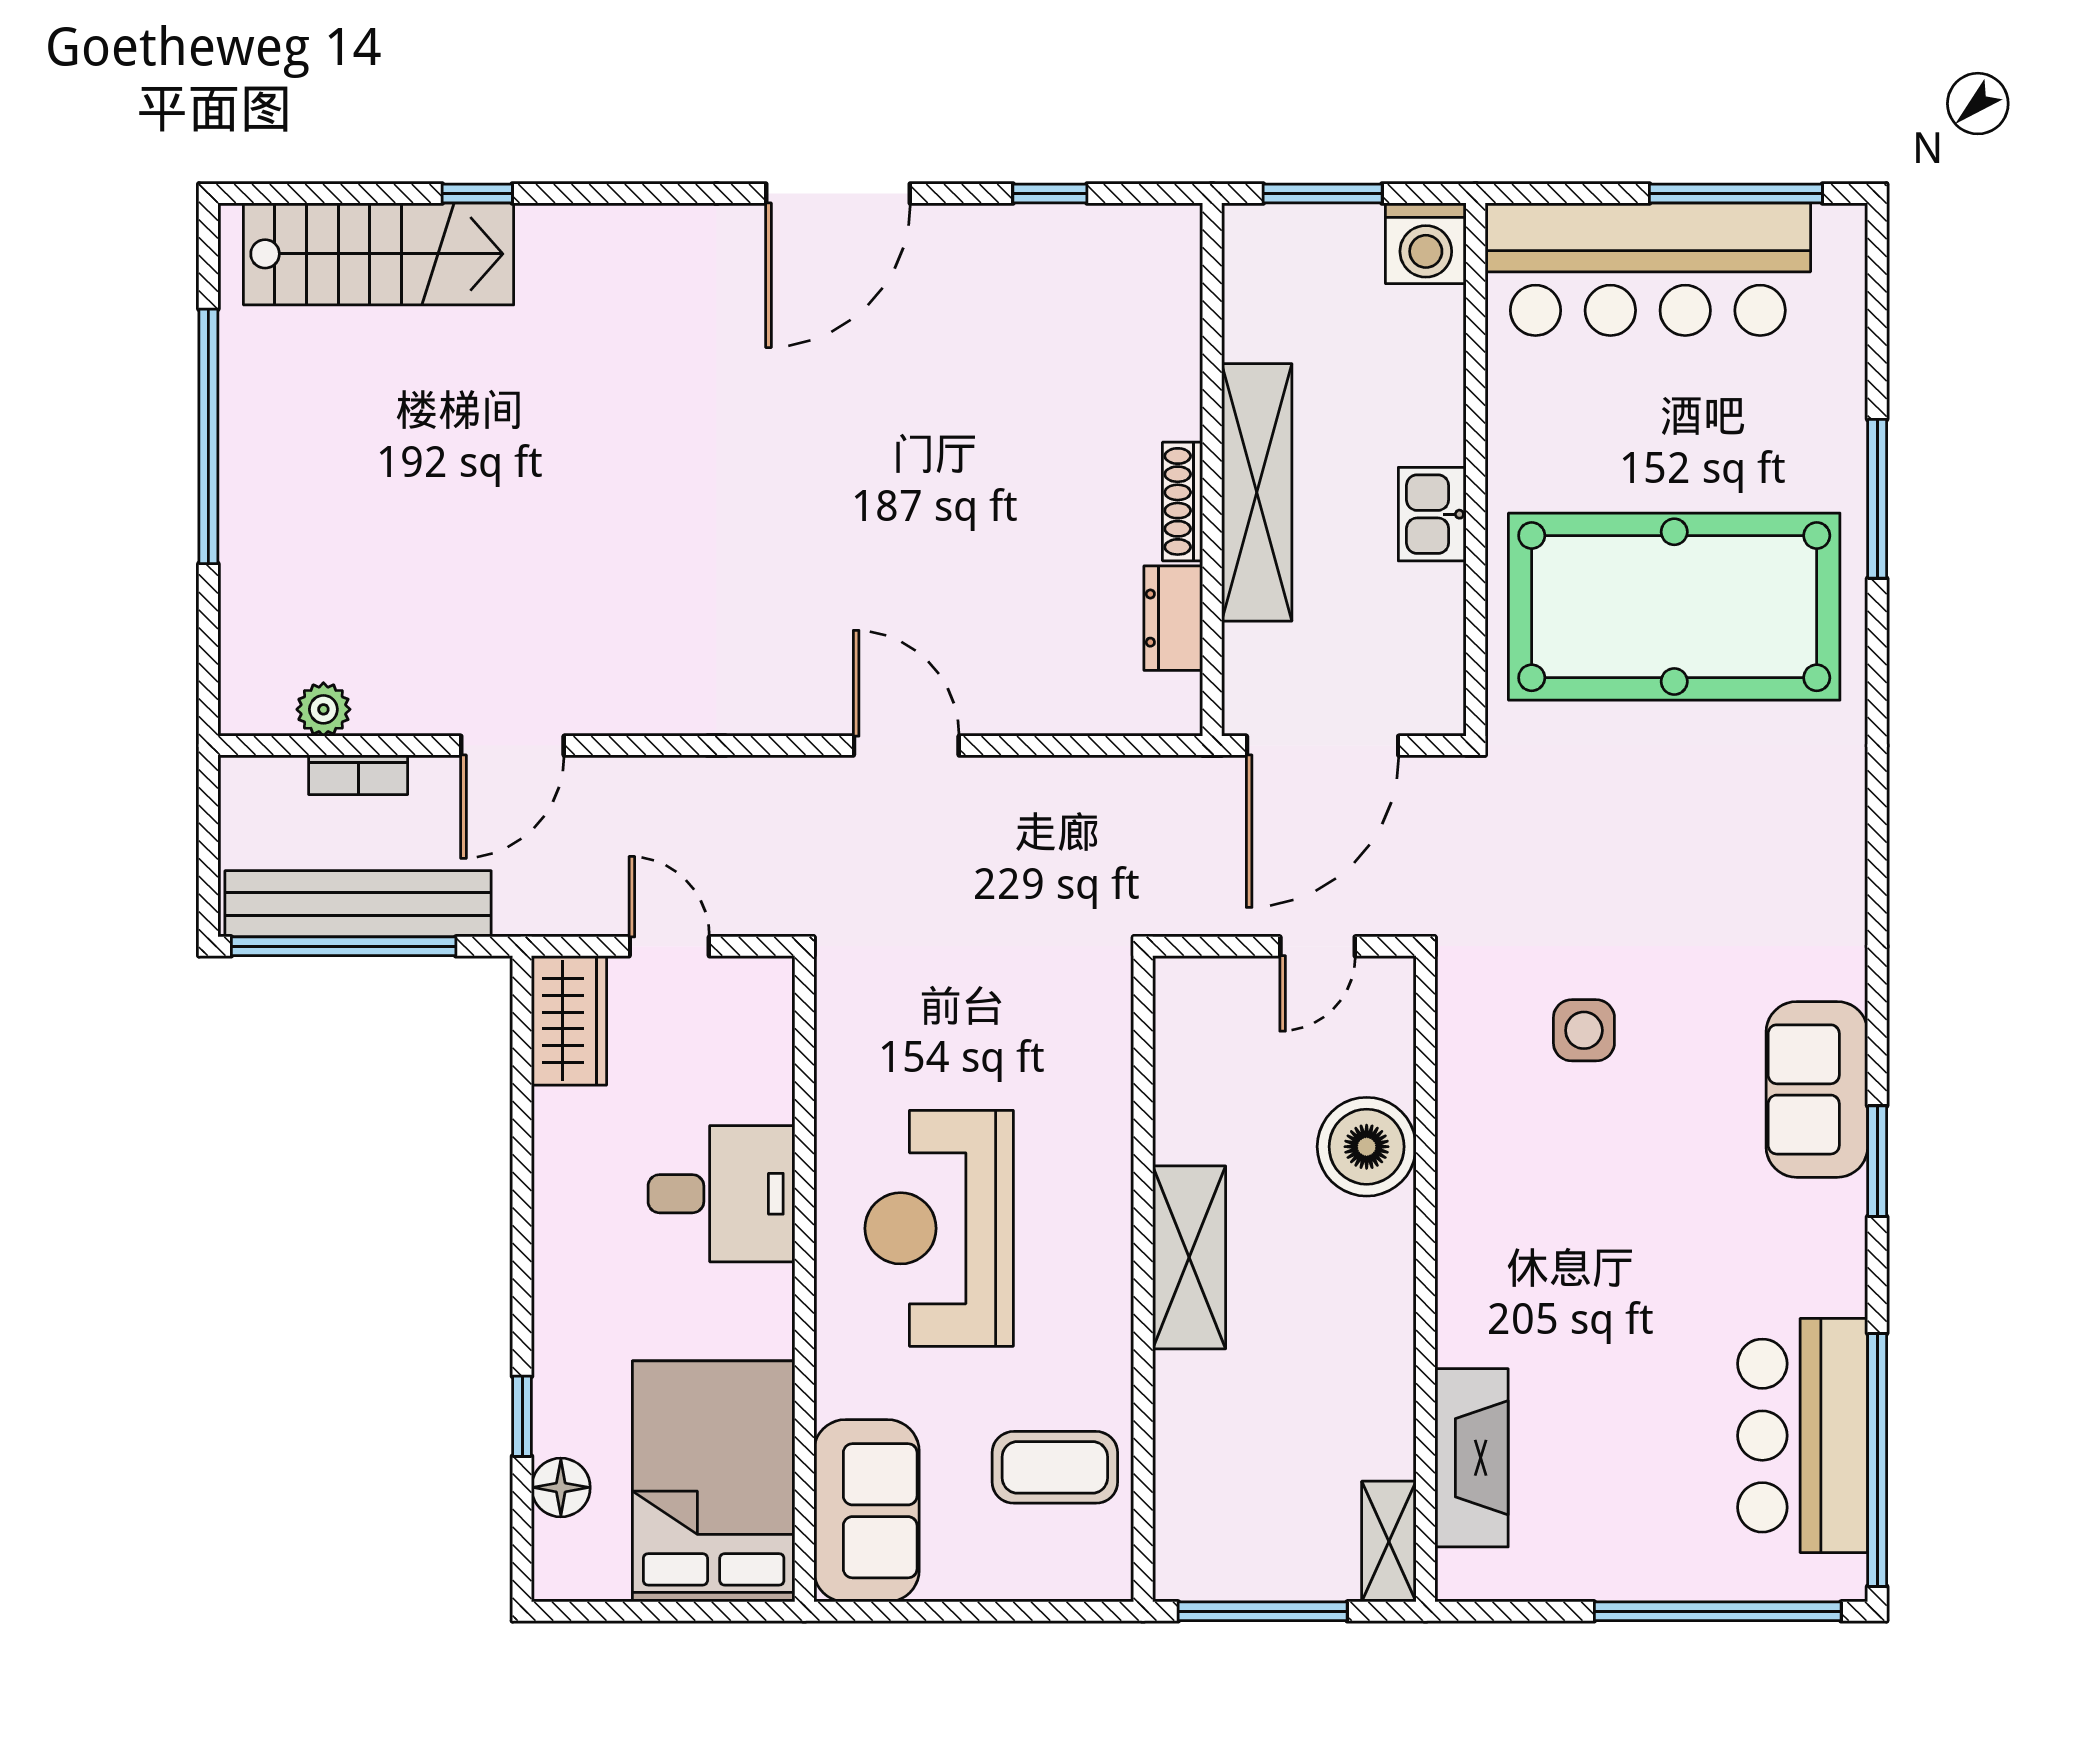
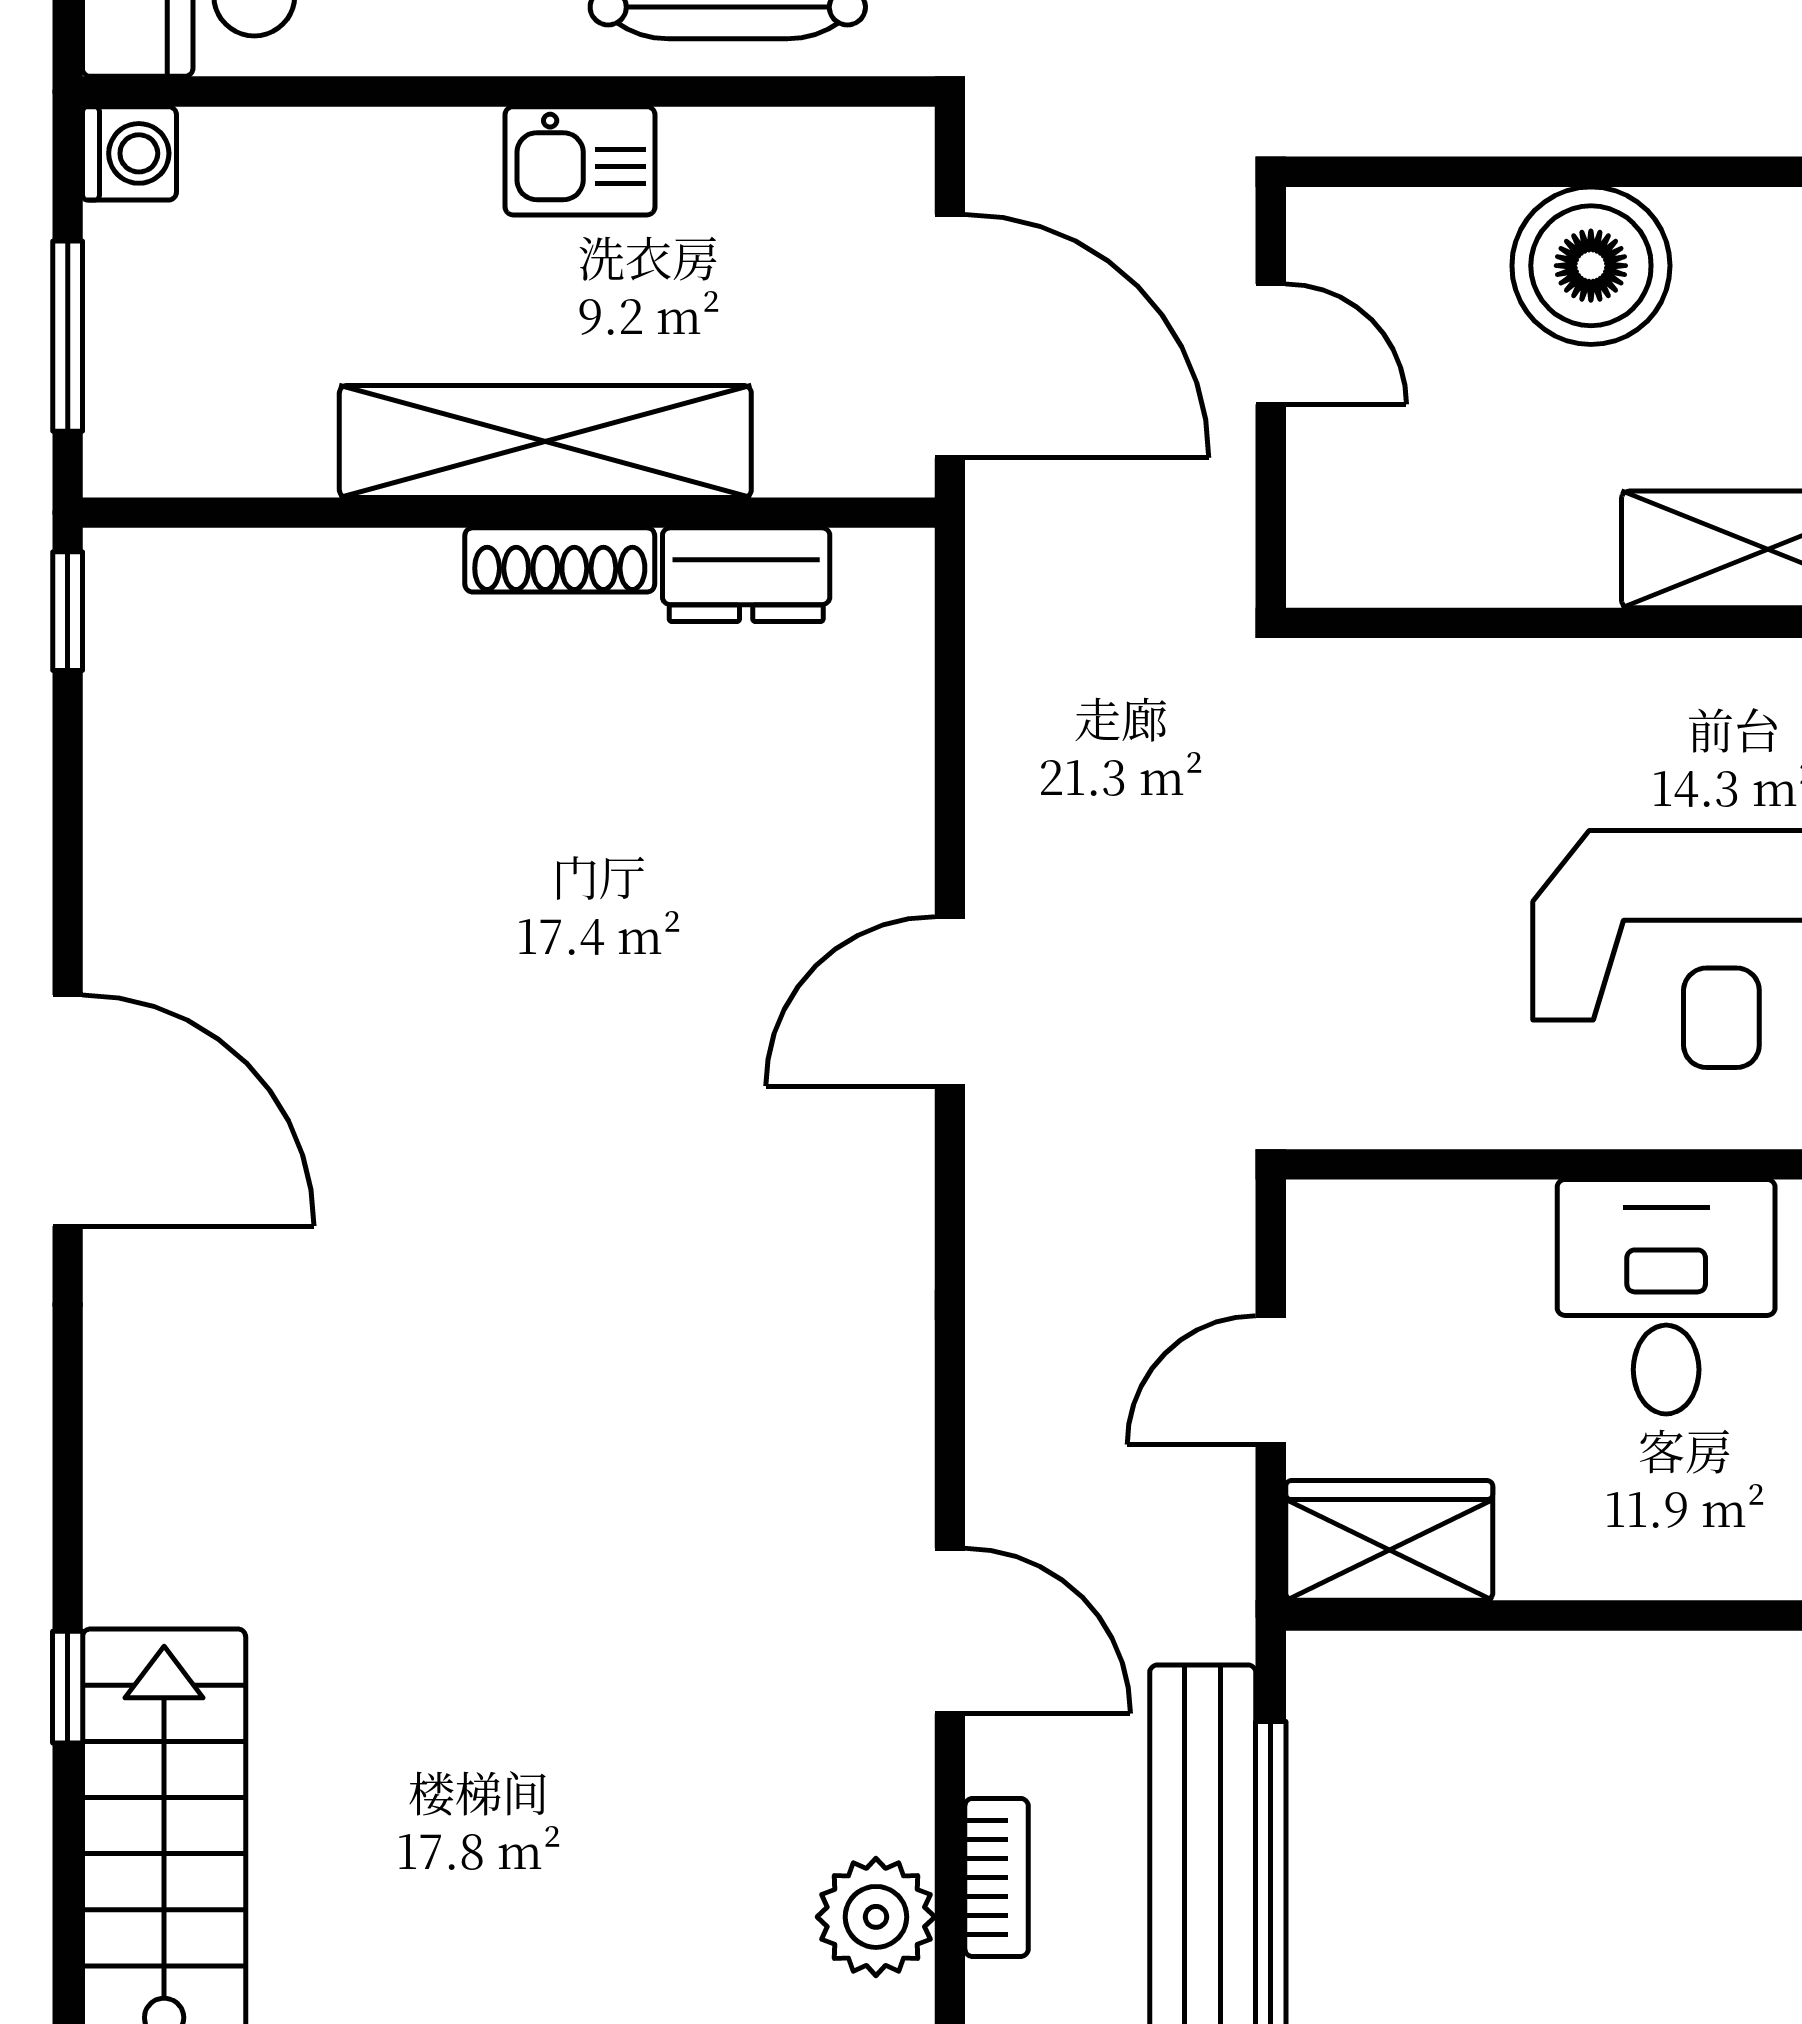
window: (1050, 194) -> (68, 611), moved
washing machine: (1426, 243) -> (129, 153), width x0.73, depth x0.73
plant: (323, 709) -> (876, 1917), width x1.38, depth x1.38

